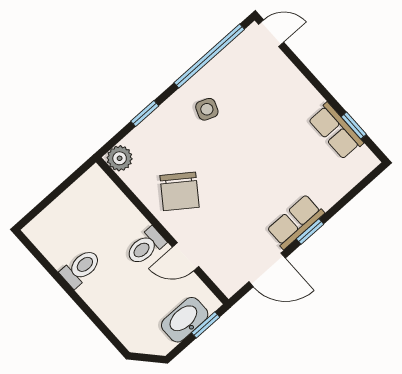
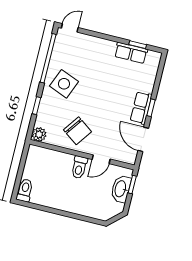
side table: (207, 109) -> (64, 84), width x1.87, depth x1.87
toilet: (81, 268) -> (25, 190), moved
door: (267, 270) -> (143, 139), swing flipped

